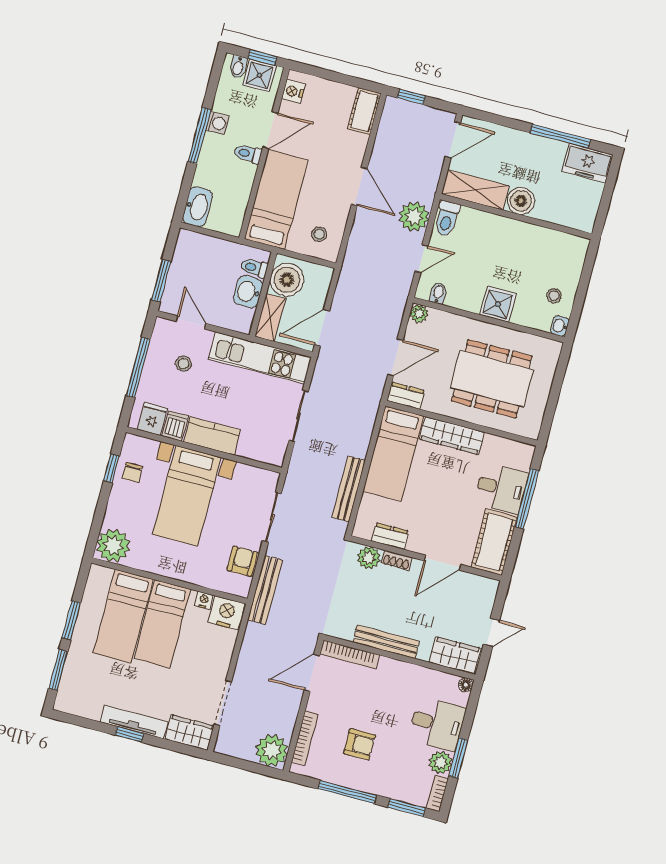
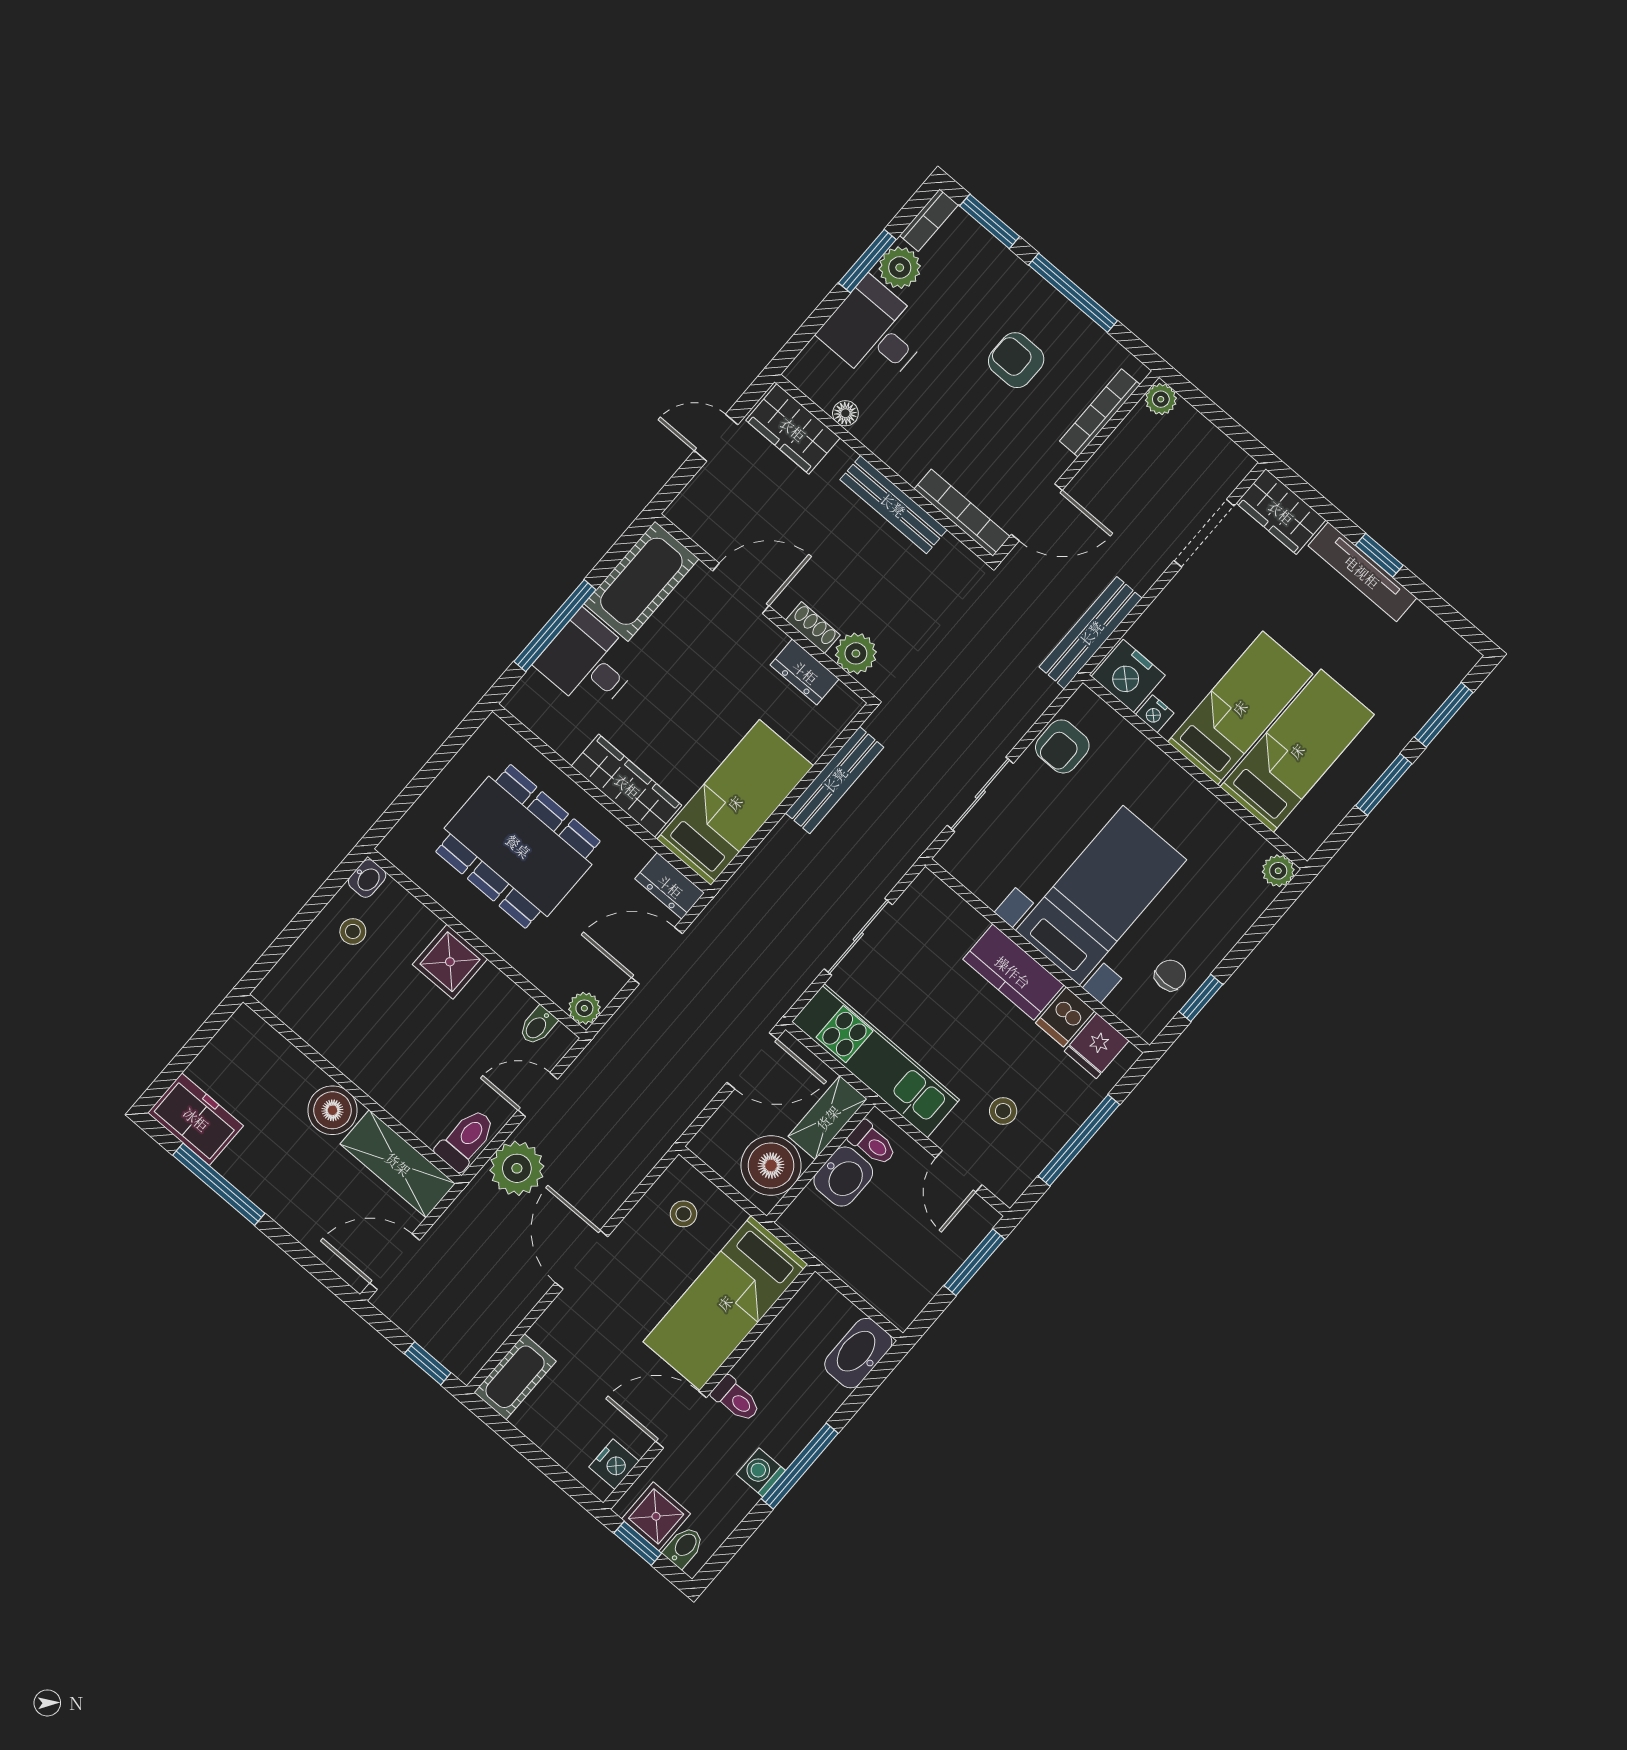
toilet: (254, 268) -> (873, 1143), moved
plant: (113, 546) -> (1278, 871), width x0.53, depth x0.53
bench: (265, 590) -> (1091, 633), moved
floor lamp: (466, 685) -> (845, 413), moved
plant: (272, 750) -> (1161, 399), width x0.53, depth x0.53

